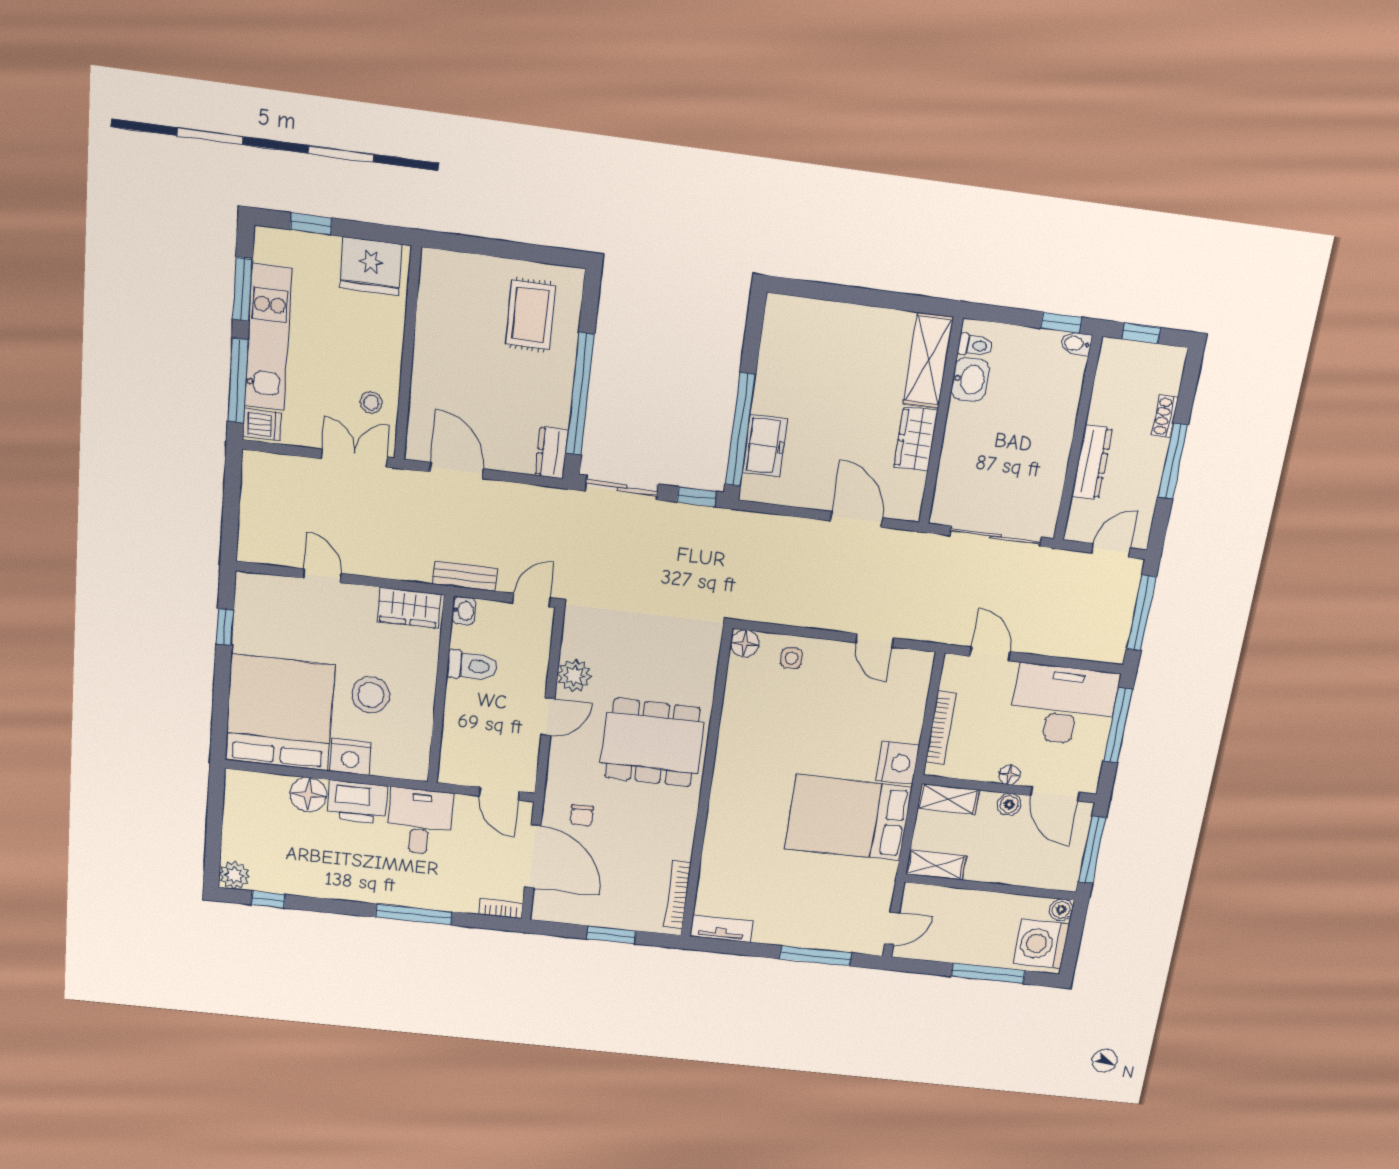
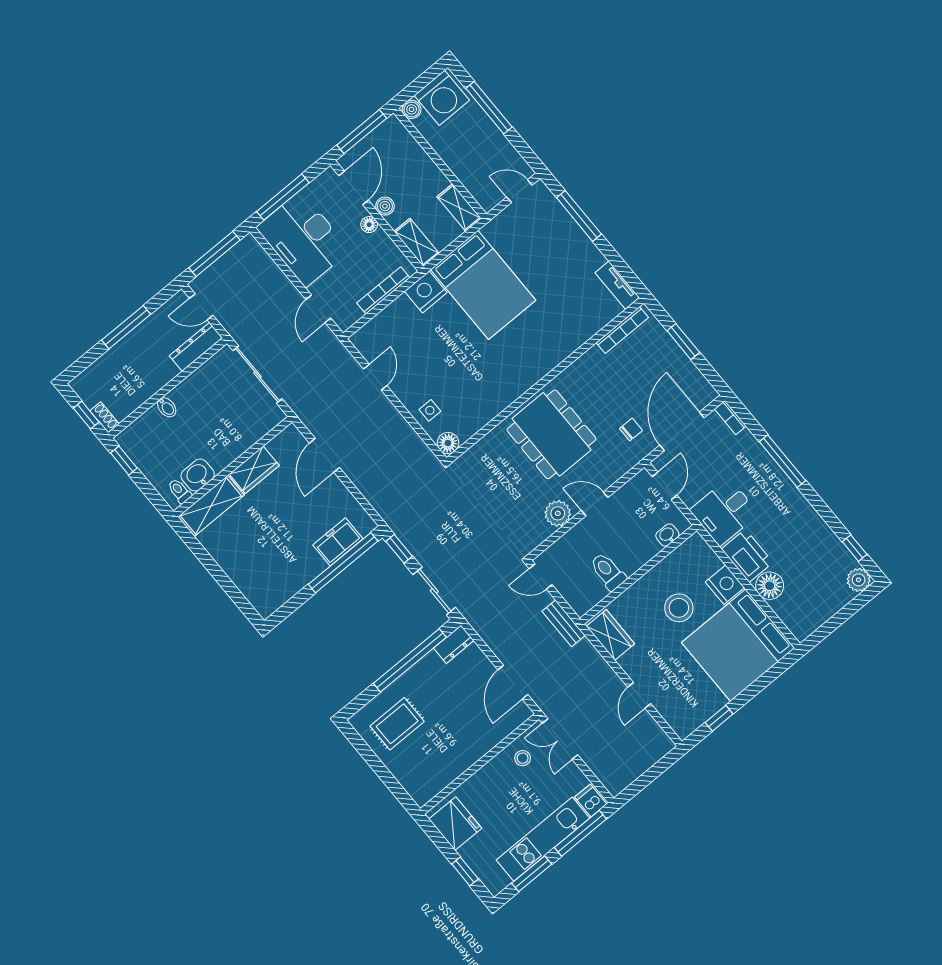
bidet: (1076, 344) -> (167, 407), moved
shoe rack: (1165, 417) -> (104, 417), moved, turned -90
dresser: (1092, 462) -> (196, 347), moved
washbasin: (464, 611) -> (667, 535), moved

